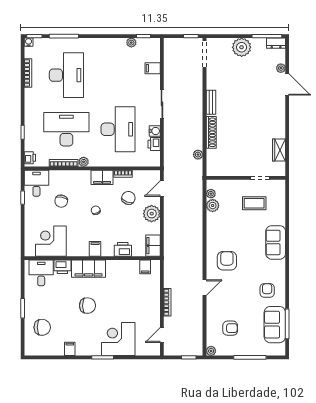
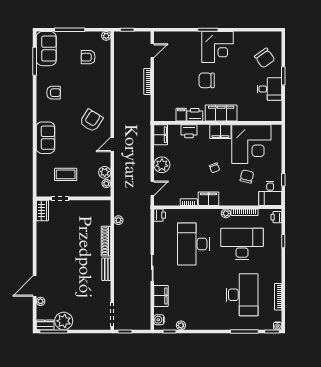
plant: (242, 47) -> (64, 321), moved
filing cabinet: (153, 68) -> (161, 296), width x2.00
desk: (66, 75) -> (242, 295), turned 180
door: (287, 84) -> (35, 286), hinge flipped
desk: (66, 129) -> (242, 244), turned 180
water cooler: (155, 131) -> (159, 320), moved
printer: (154, 144) -> (160, 215), moved
wardrobe: (279, 150) -> (42, 210), moved
chair: (128, 198) -> (184, 180), removed
corner desk: (51, 241) -> (251, 144), width x1.36, depth x1.36
filing cabinet: (95, 249) -> (220, 132), width x2.00
armchair: (227, 261) -> (91, 121), turned -148
printer: (62, 267) -> (195, 115), moved
filing cabinet: (145, 267) -> (181, 115), moved
desk: (41, 273) -> (269, 89), moved, turned -90
door: (204, 288) -> (112, 144), moved
armchair: (267, 290) -> (54, 93), turned -90
chair: (87, 306) -> (207, 80), moved
sofa: (275, 325) -> (46, 49), moved
chair: (42, 327) -> (265, 58), turned -125
corner desk: (118, 339) -> (217, 47), moved
filing cabinet: (70, 349) -> (239, 38), removed

